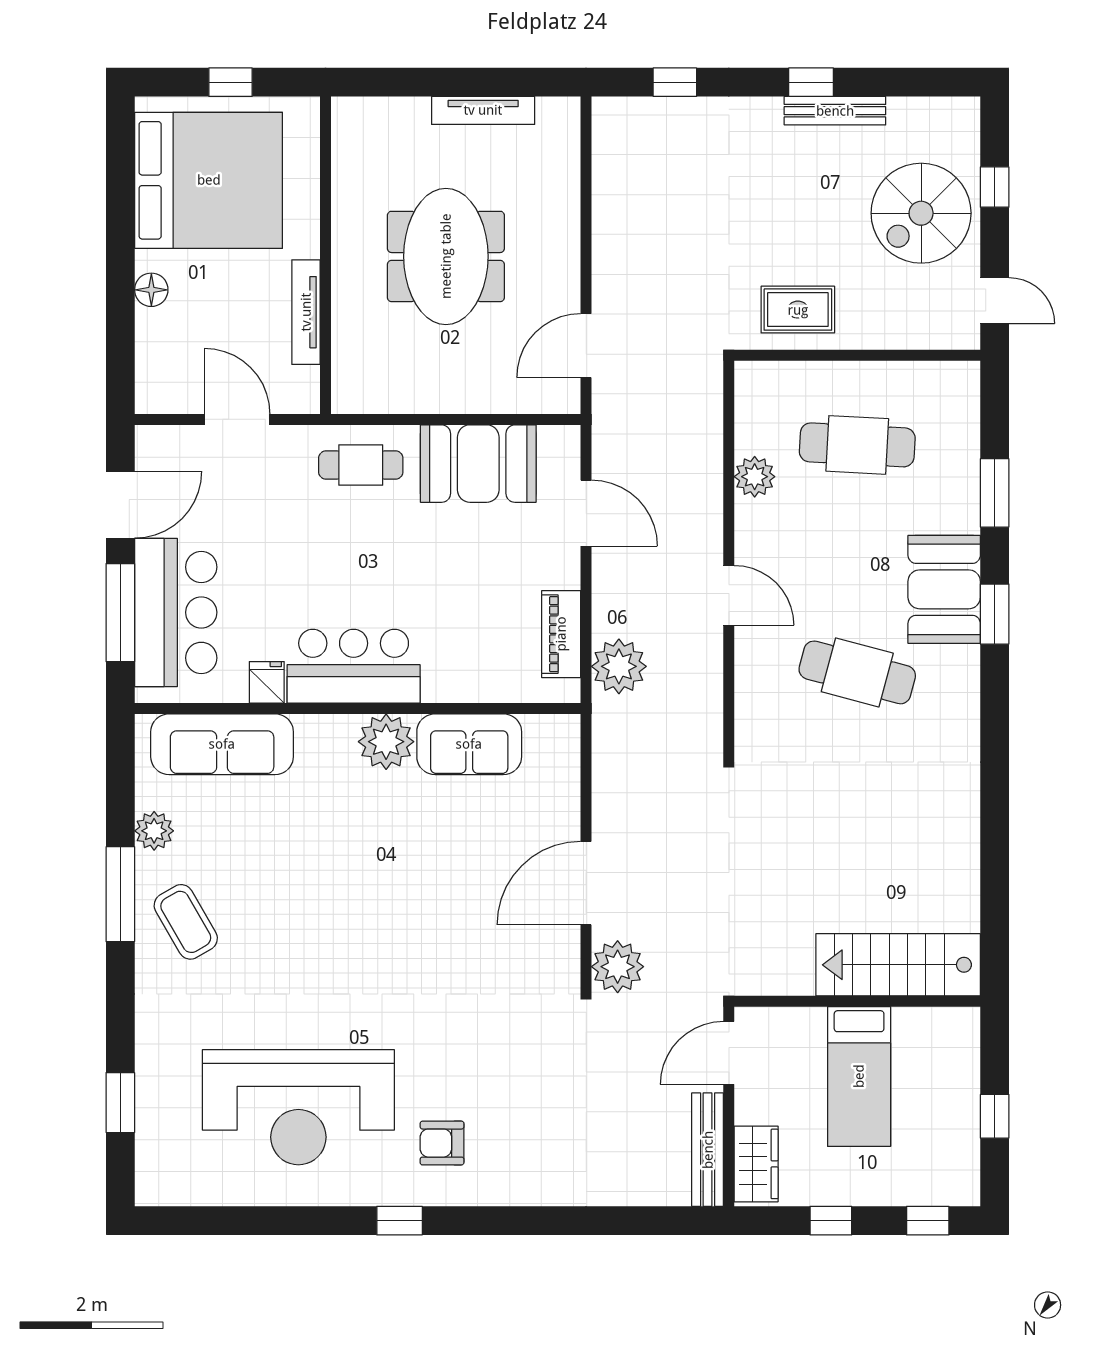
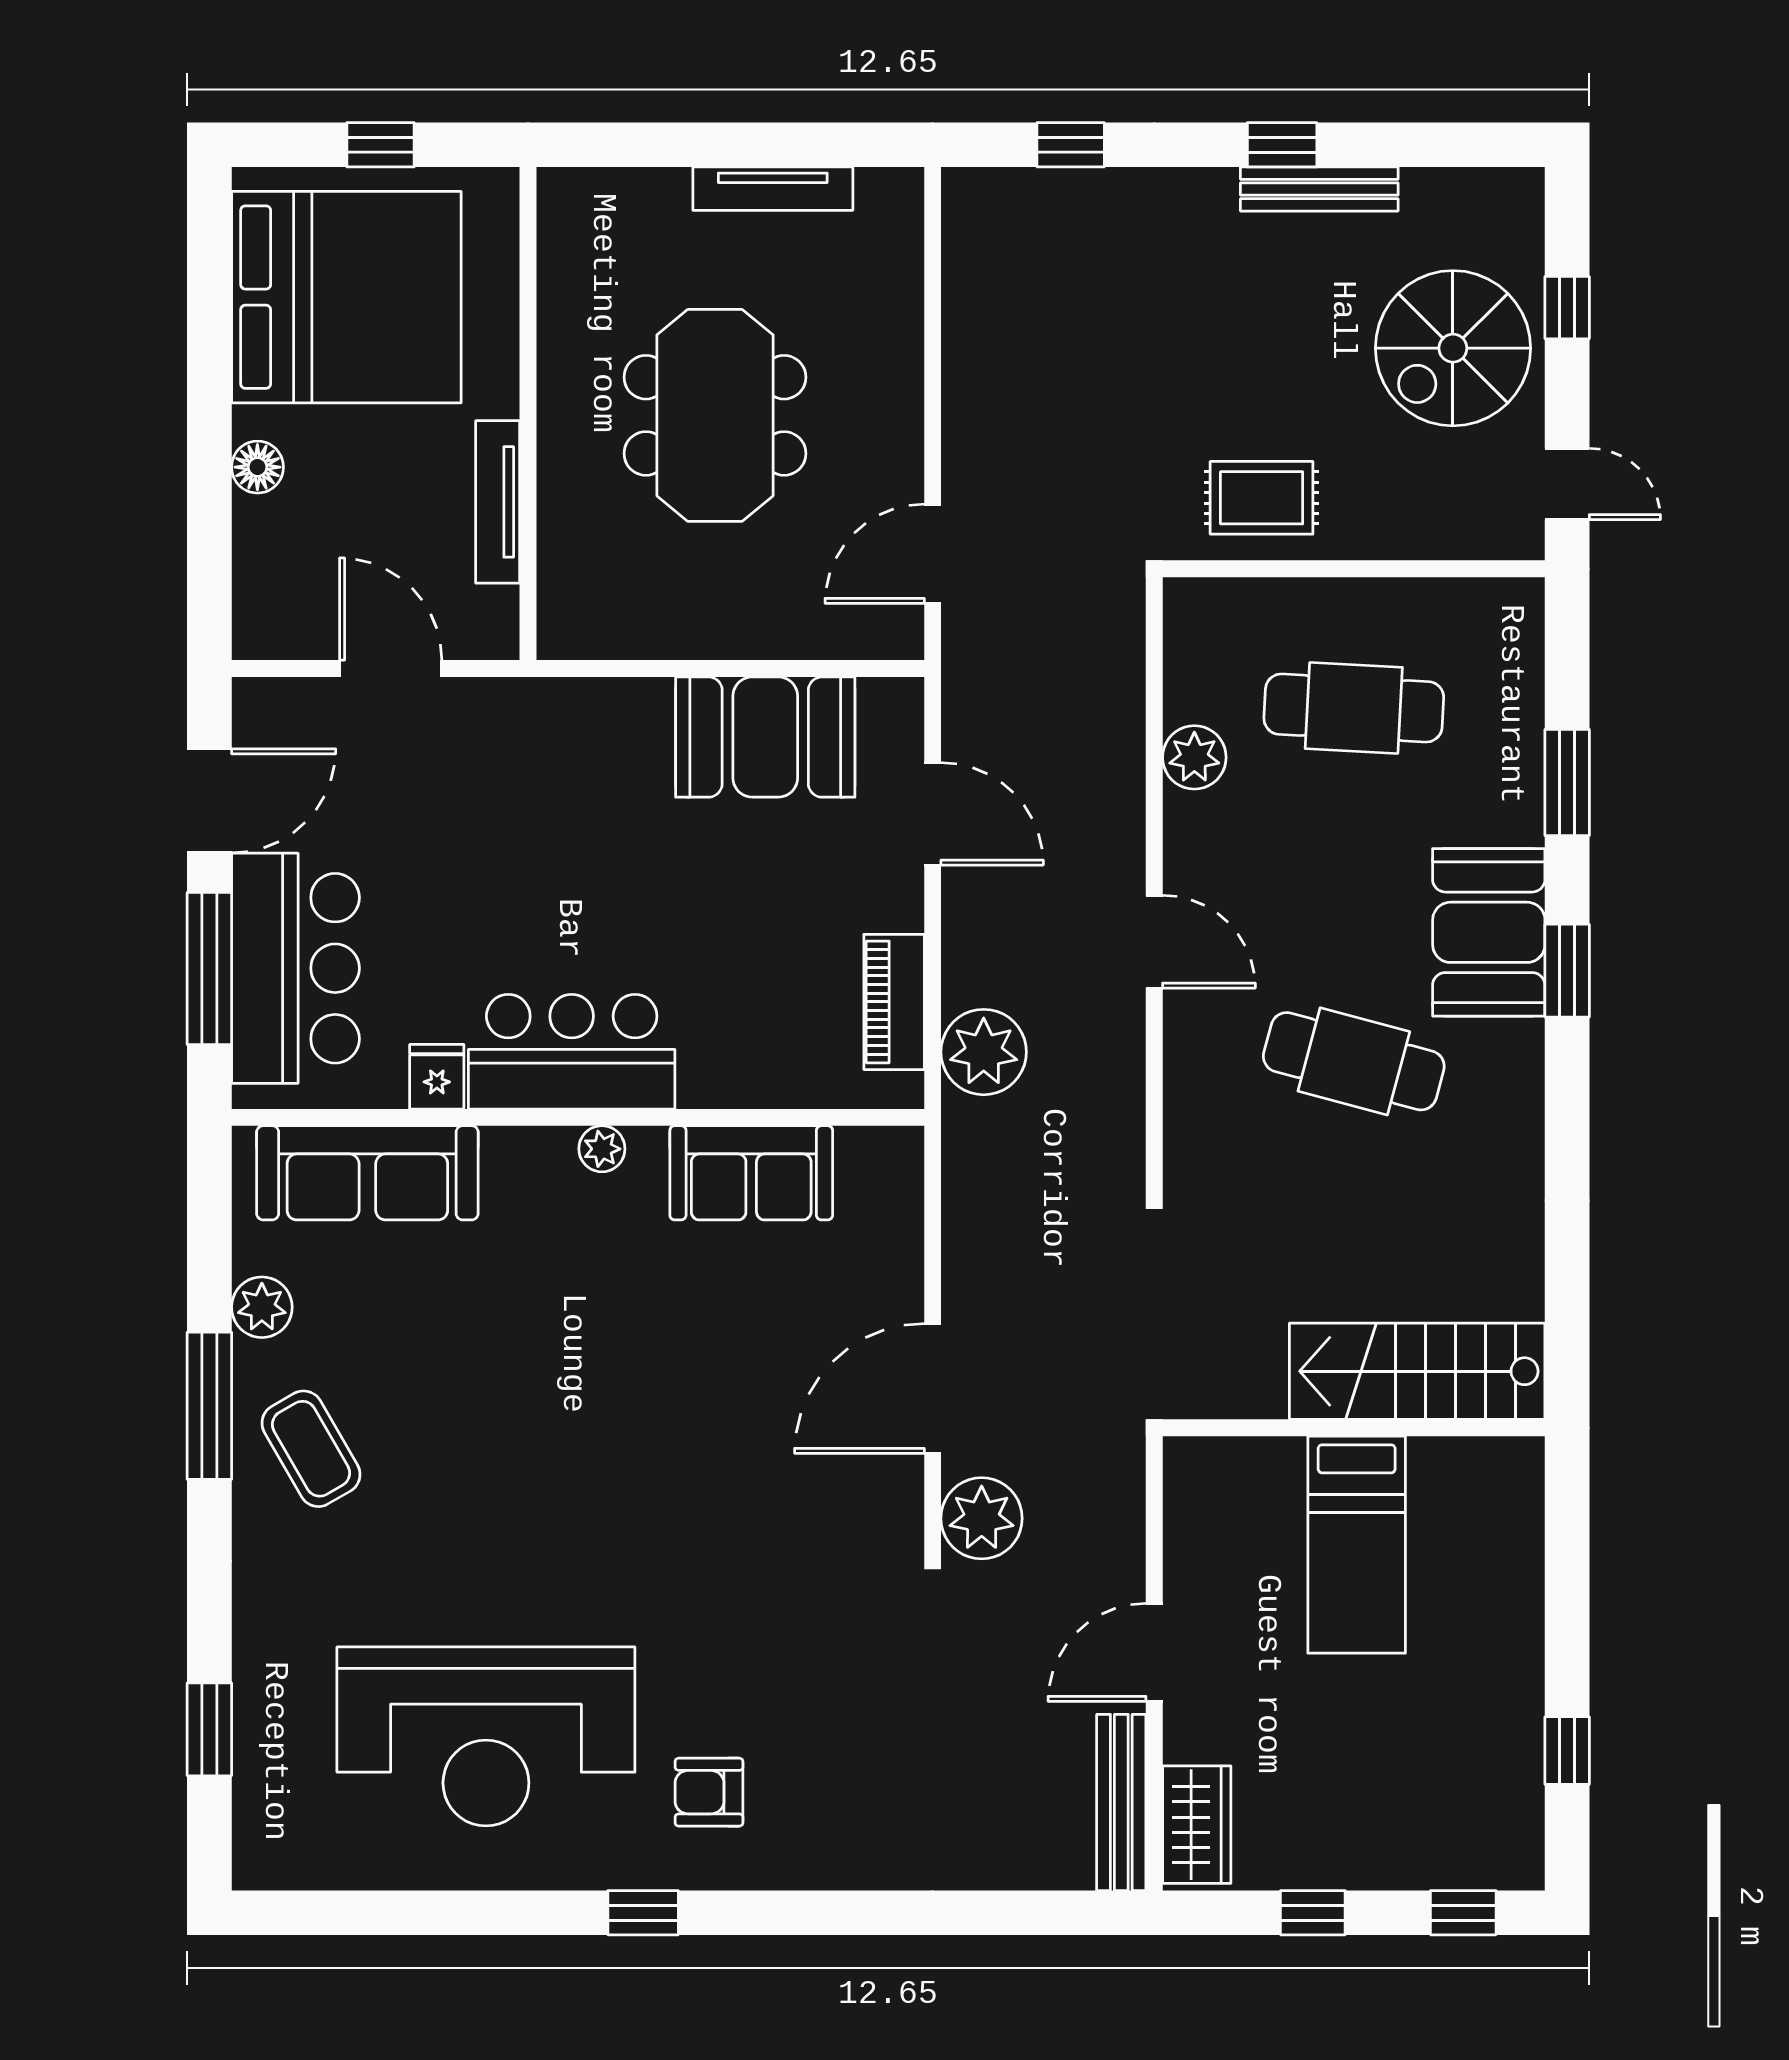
cafe table: (361, 465) -> (583, 739), removed
plant: (386, 742) -> (602, 1149), width x0.53, depth x0.53
stairs: (898, 965) -> (1417, 1371), moved
wall: (857, 1001) -> (1354, 1428), moved
bed: (859, 1076) -> (1357, 1545), moved

